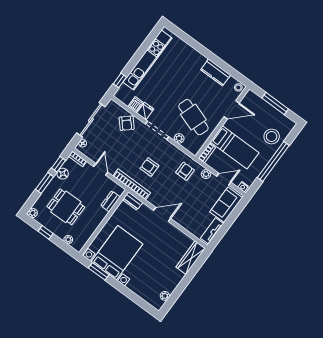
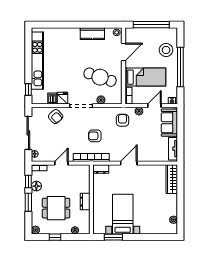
window: (275, 104) -> (151, 25), width x1.46
door: (101, 169) -> (61, 163), hinge flipped
dresser: (111, 201) -> (85, 202), moved
bed with nightstands: (117, 253) -> (123, 214), width x0.73

